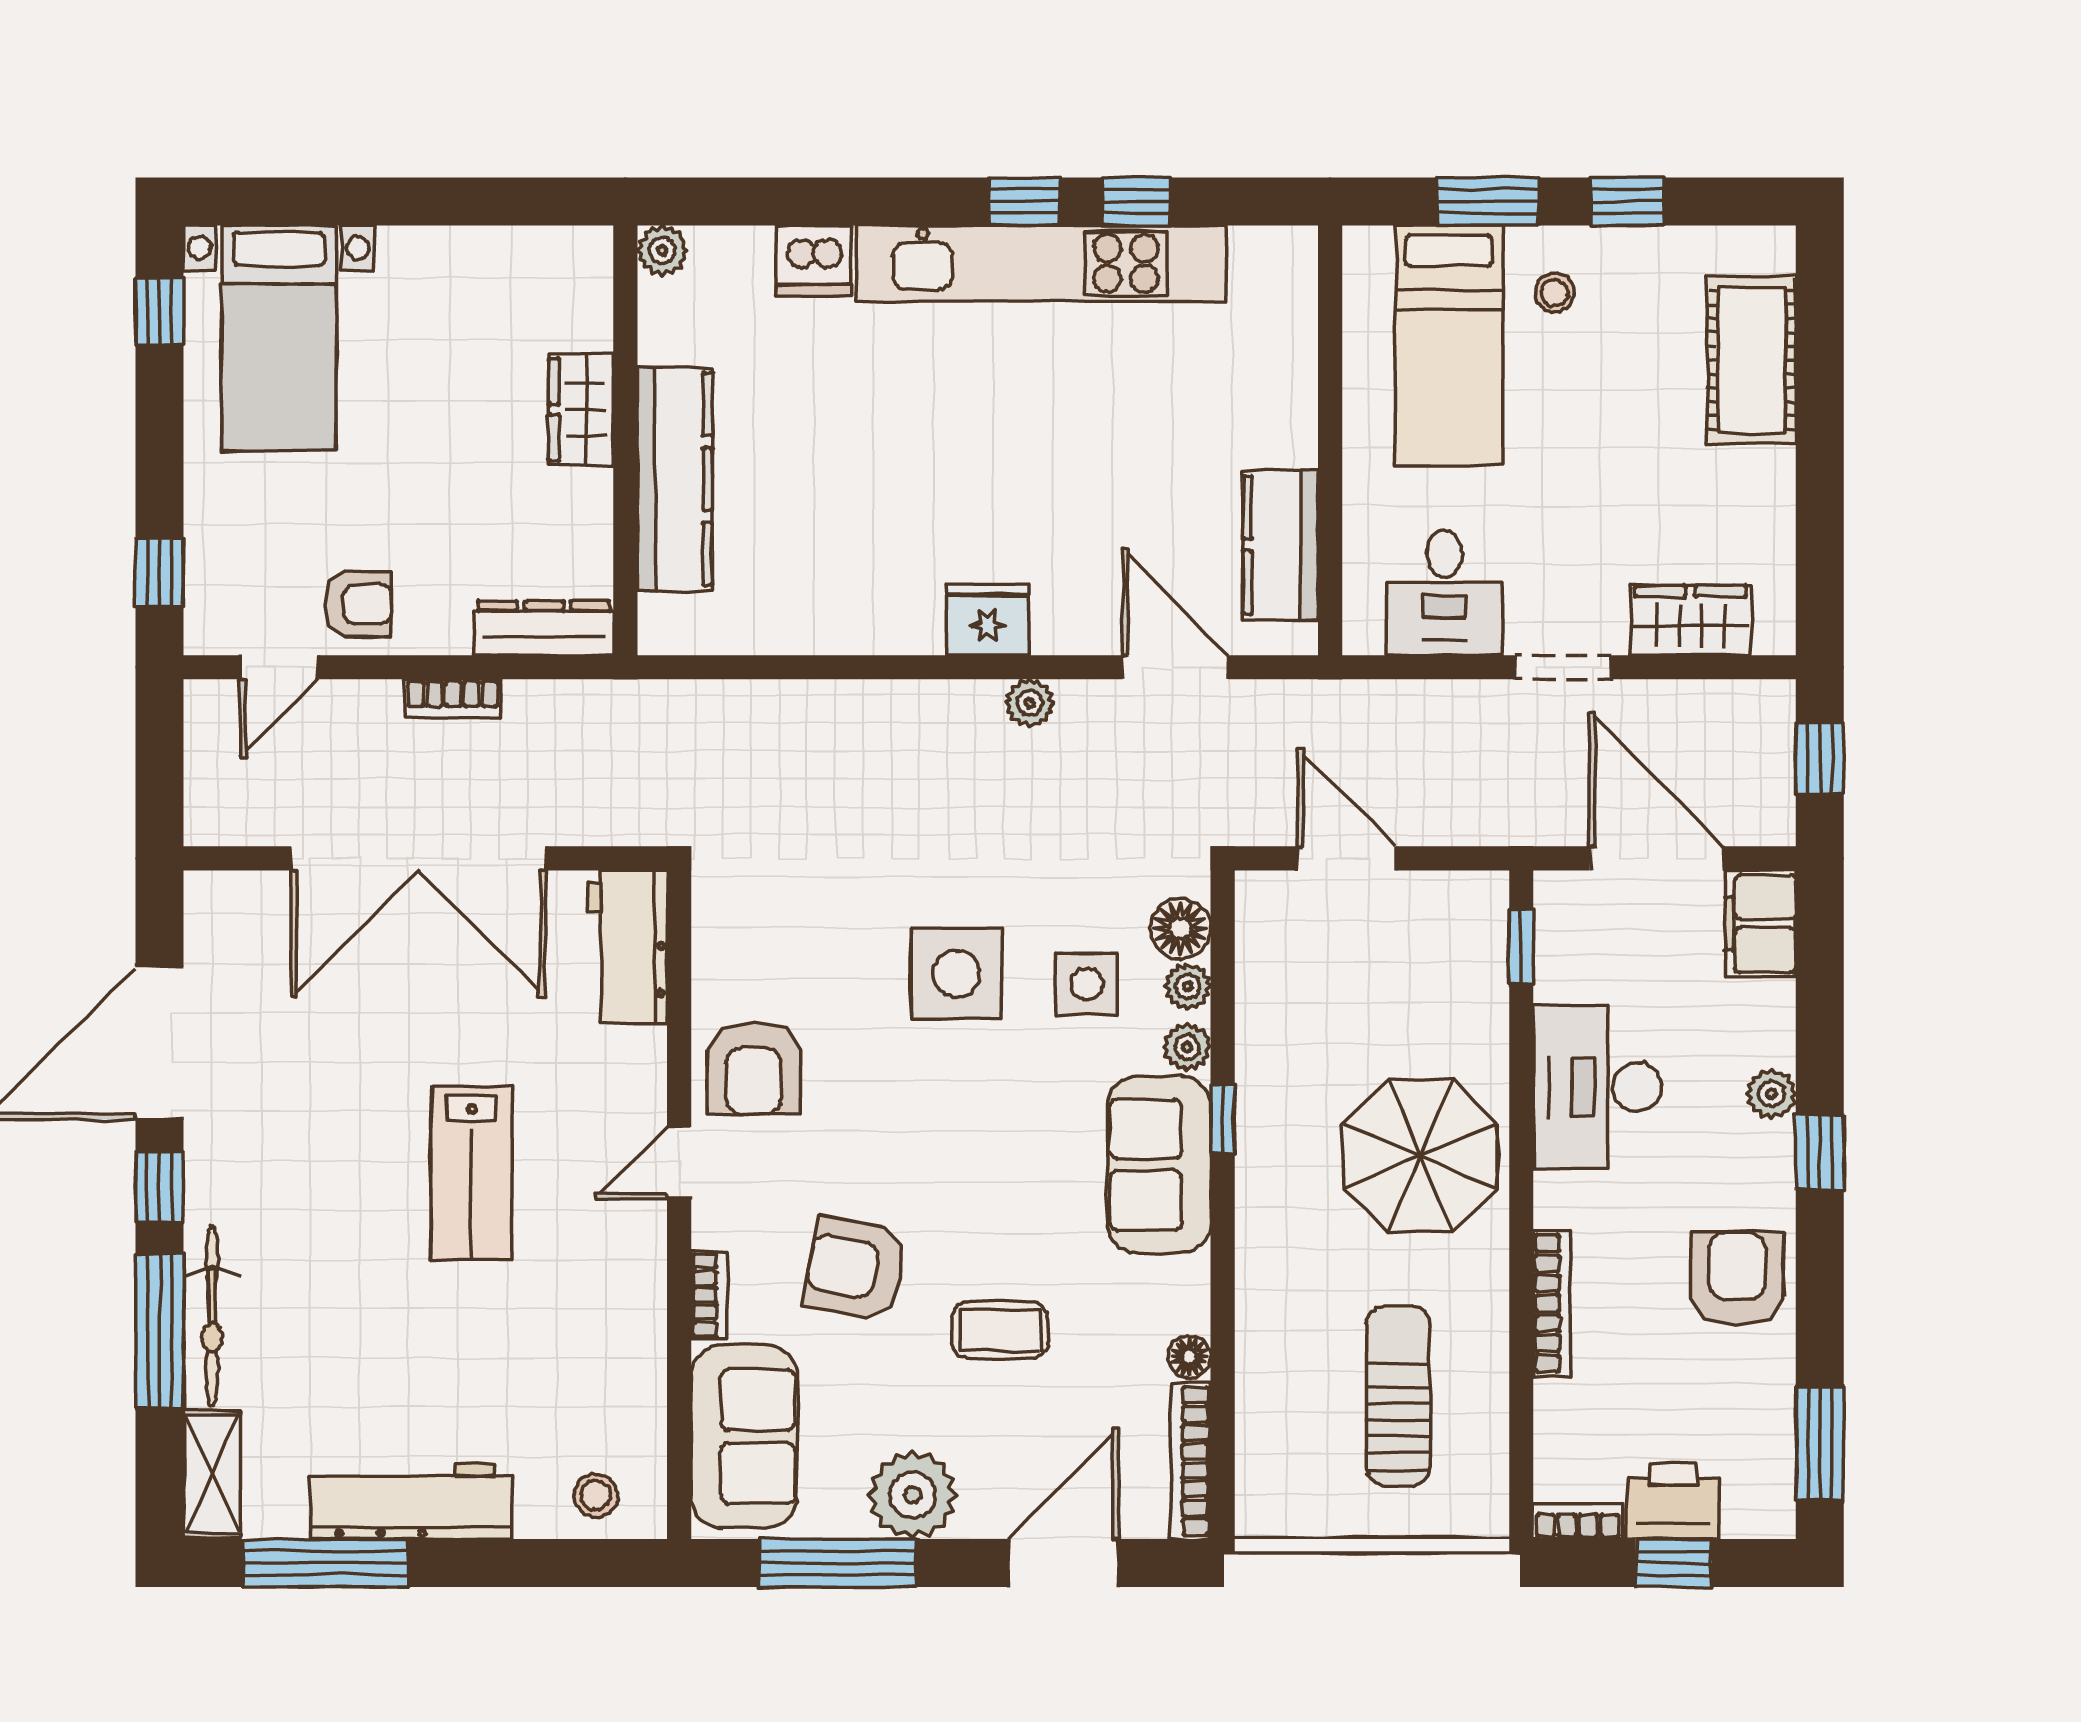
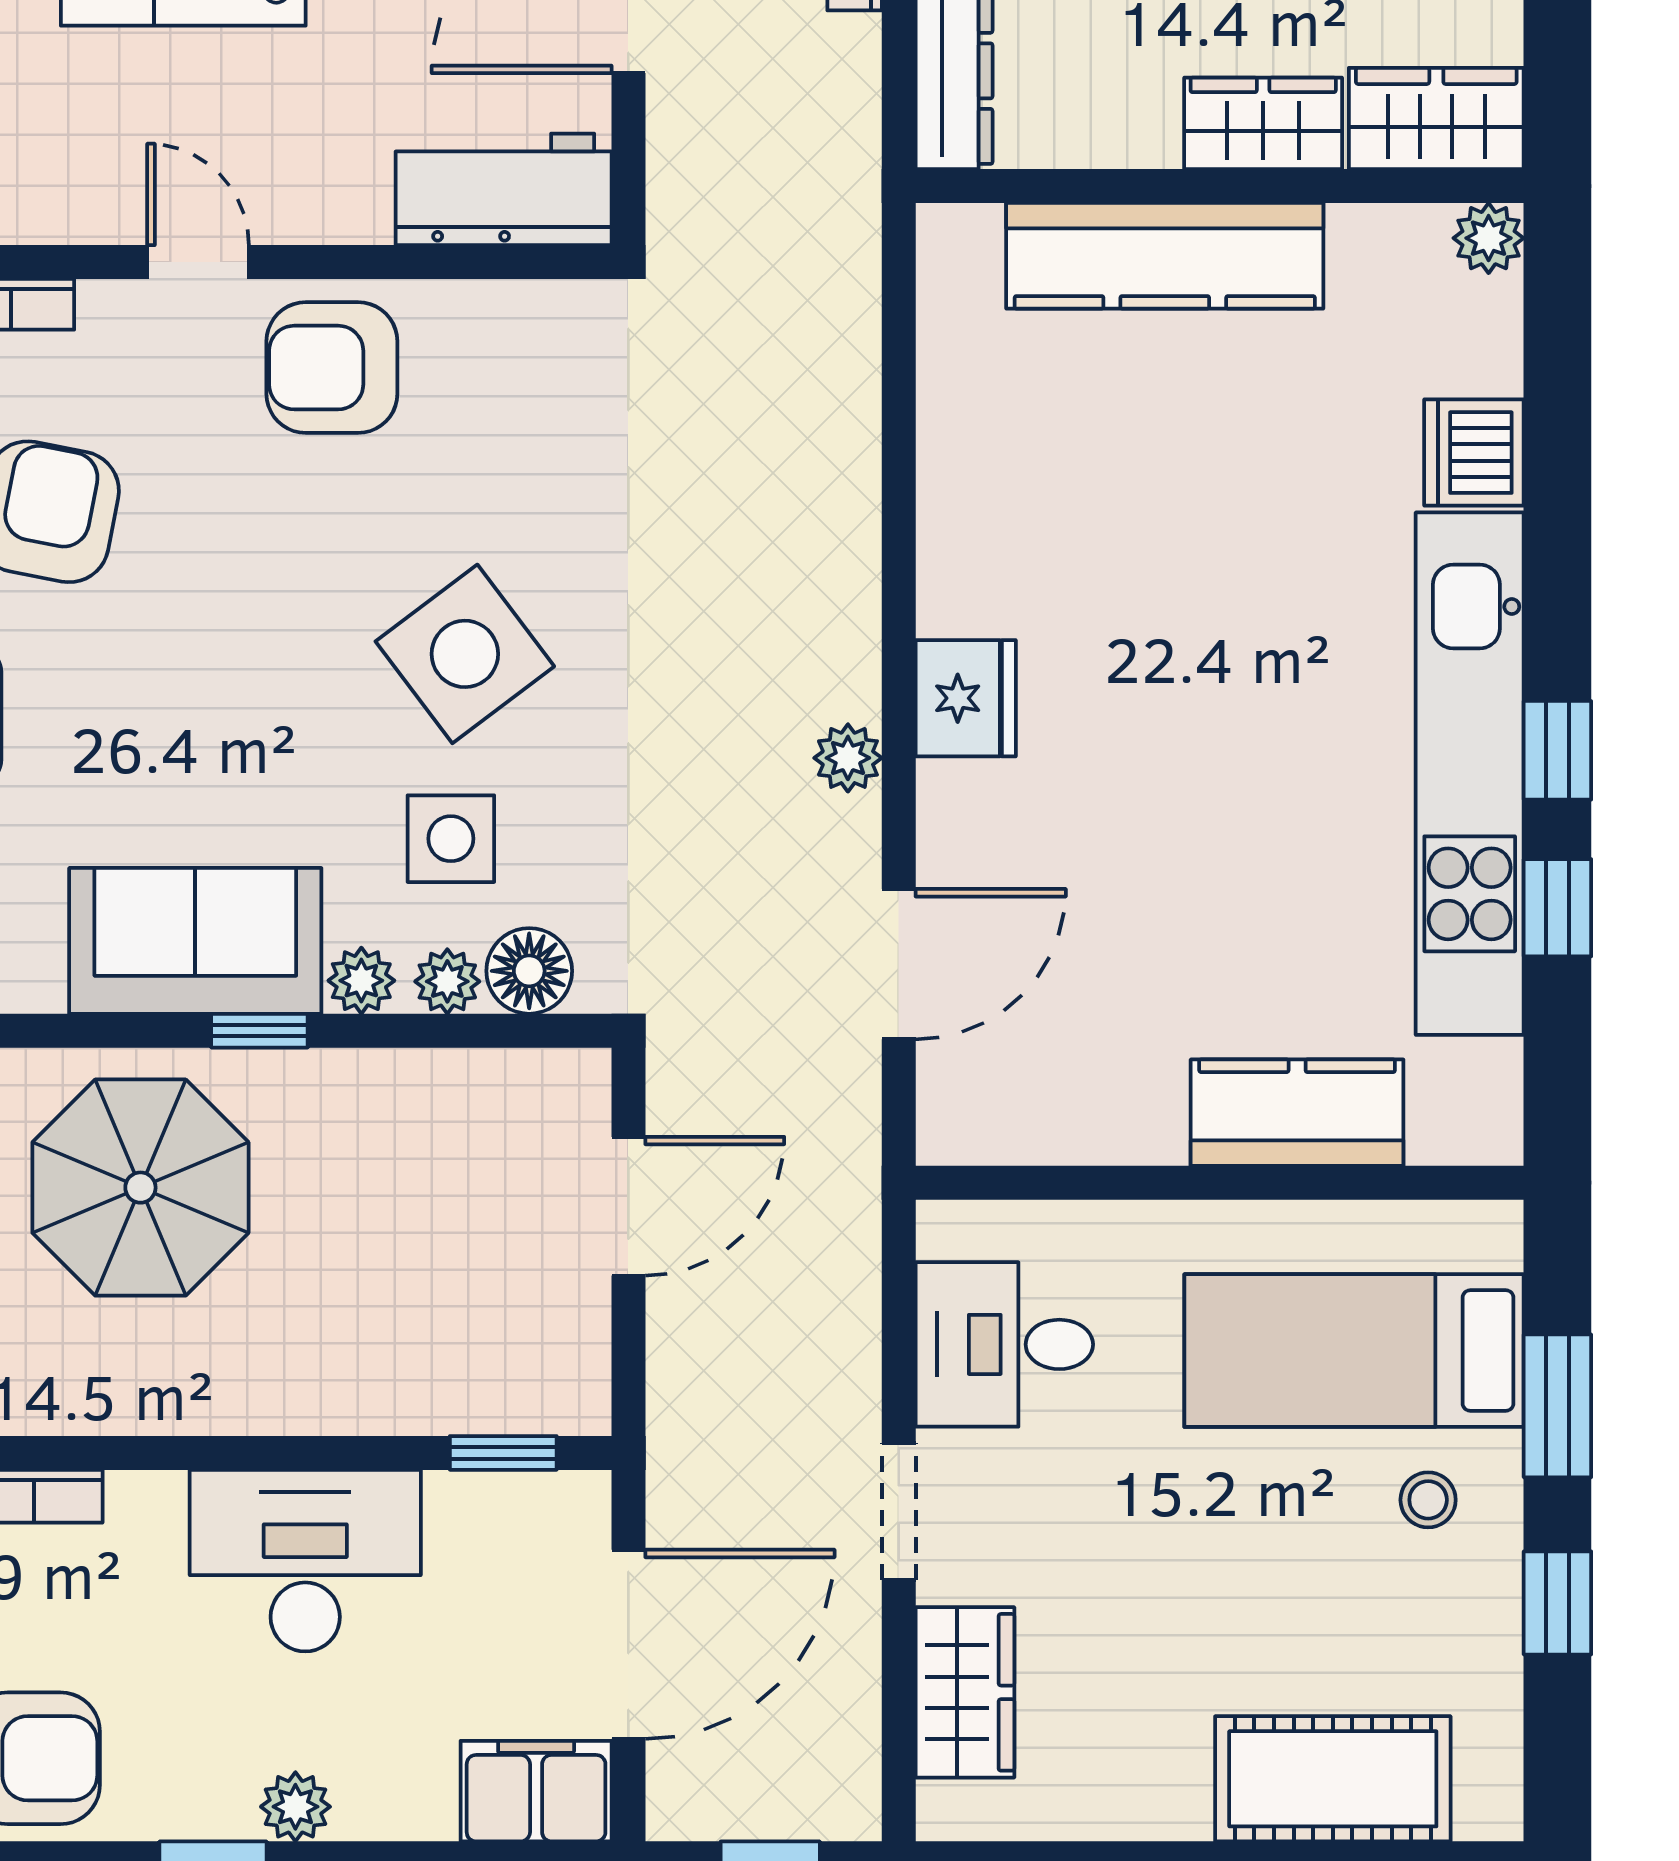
wardrobe: (578, 287) -> (1436, 118), added
kitchen counter: (1281, 545) -> (1297, 1113), moved
side table: (956, 974) -> (465, 654), turned -37
parasol: (1420, 1156) -> (140, 1188), moved

